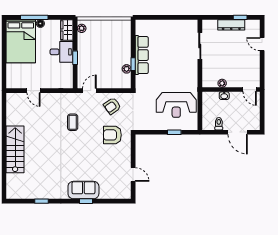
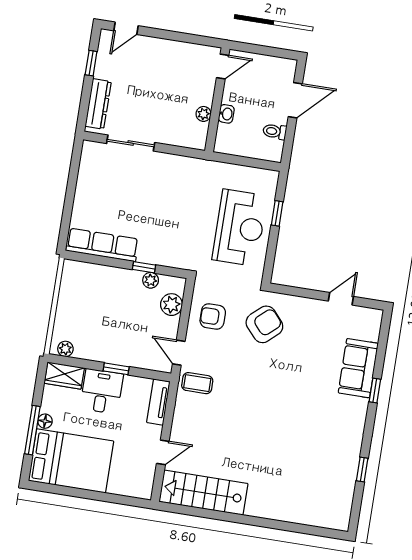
dresser: (231, 25) -> (98, 104), moved
door: (262, 44) -> (126, 28), moved
row of seats: (142, 55) -> (102, 245), moved
plant: (115, 82) -> (171, 305), added
tv unit: (61, 84) -> (158, 402), added
reception desk: (176, 105) -> (240, 228), moved
armchair: (112, 106) -> (213, 316), turned 125
coffee table: (73, 122) -> (197, 383), moved
armchair: (112, 135) -> (264, 324), turned -132
stairs: (15, 149) -> (203, 493), moved
sofa: (83, 190) -> (358, 368), moved

